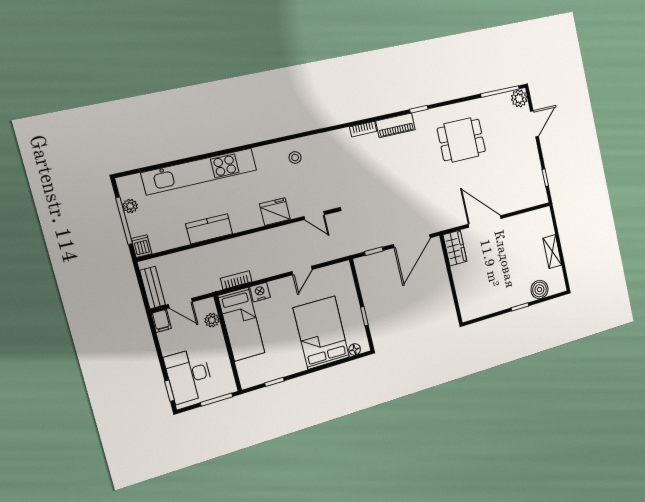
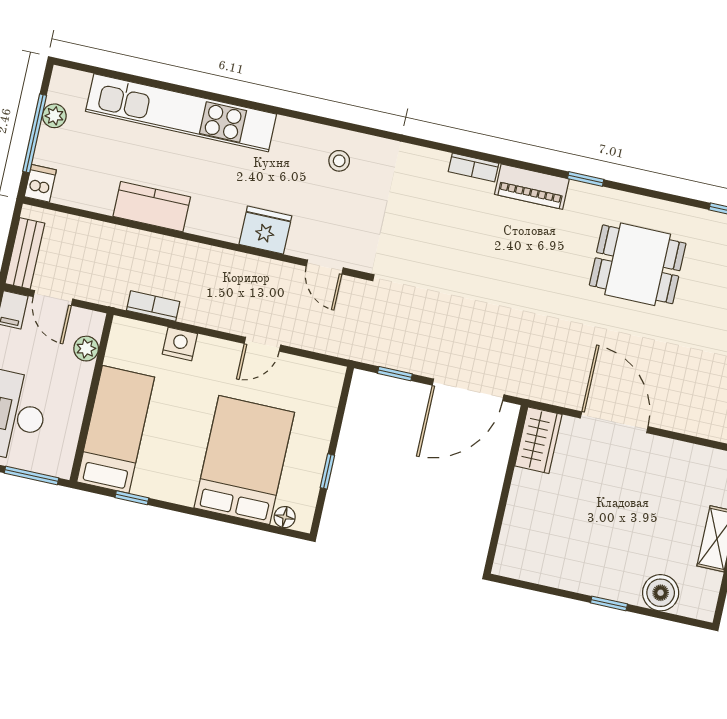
bed: (241, 324) -> (116, 429), moved, turned 180

